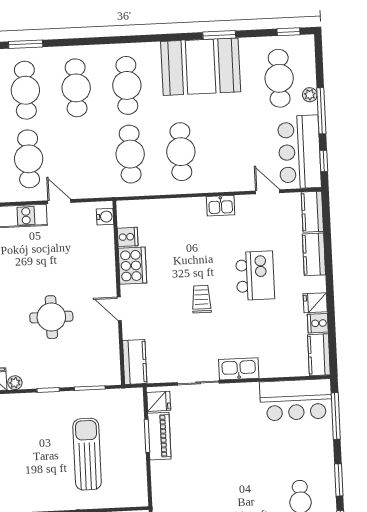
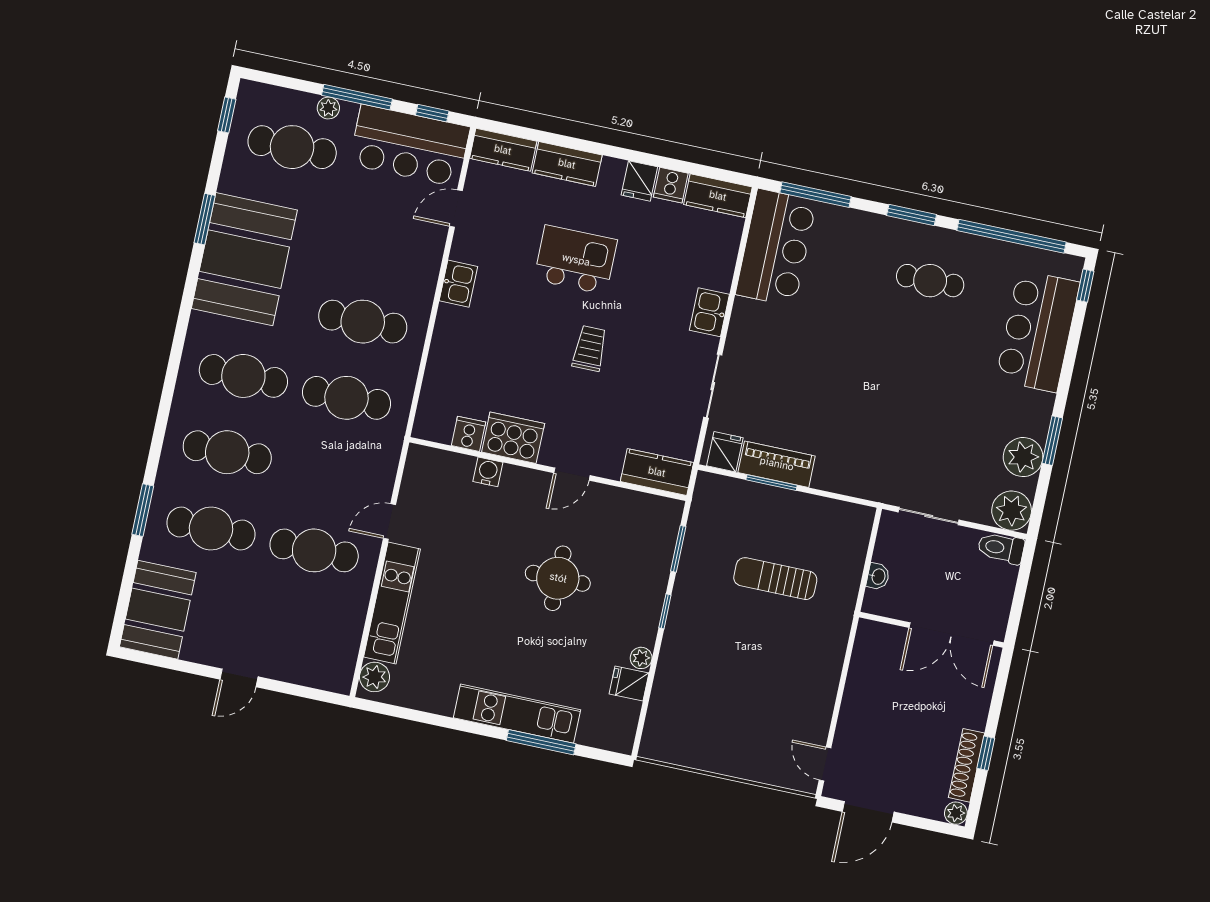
water cooler: (105, 217) -> (488, 472), moved
trolley: (201, 299) -> (590, 348), turned 90
kitchen sink: (239, 369) -> (709, 312), width x0.73
sun lounger: (87, 454) -> (775, 579), width x0.73, depth x0.75

